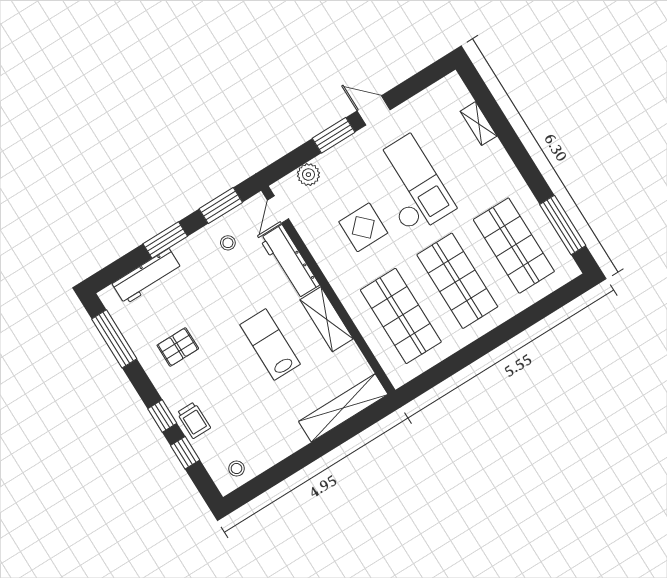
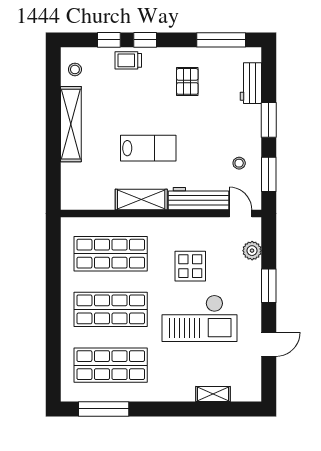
door: (374, 110) -> (269, 344), moved
workbench: (147, 277) -> (251, 83), width x0.73
shelving: (343, 408) -> (71, 124), moved

